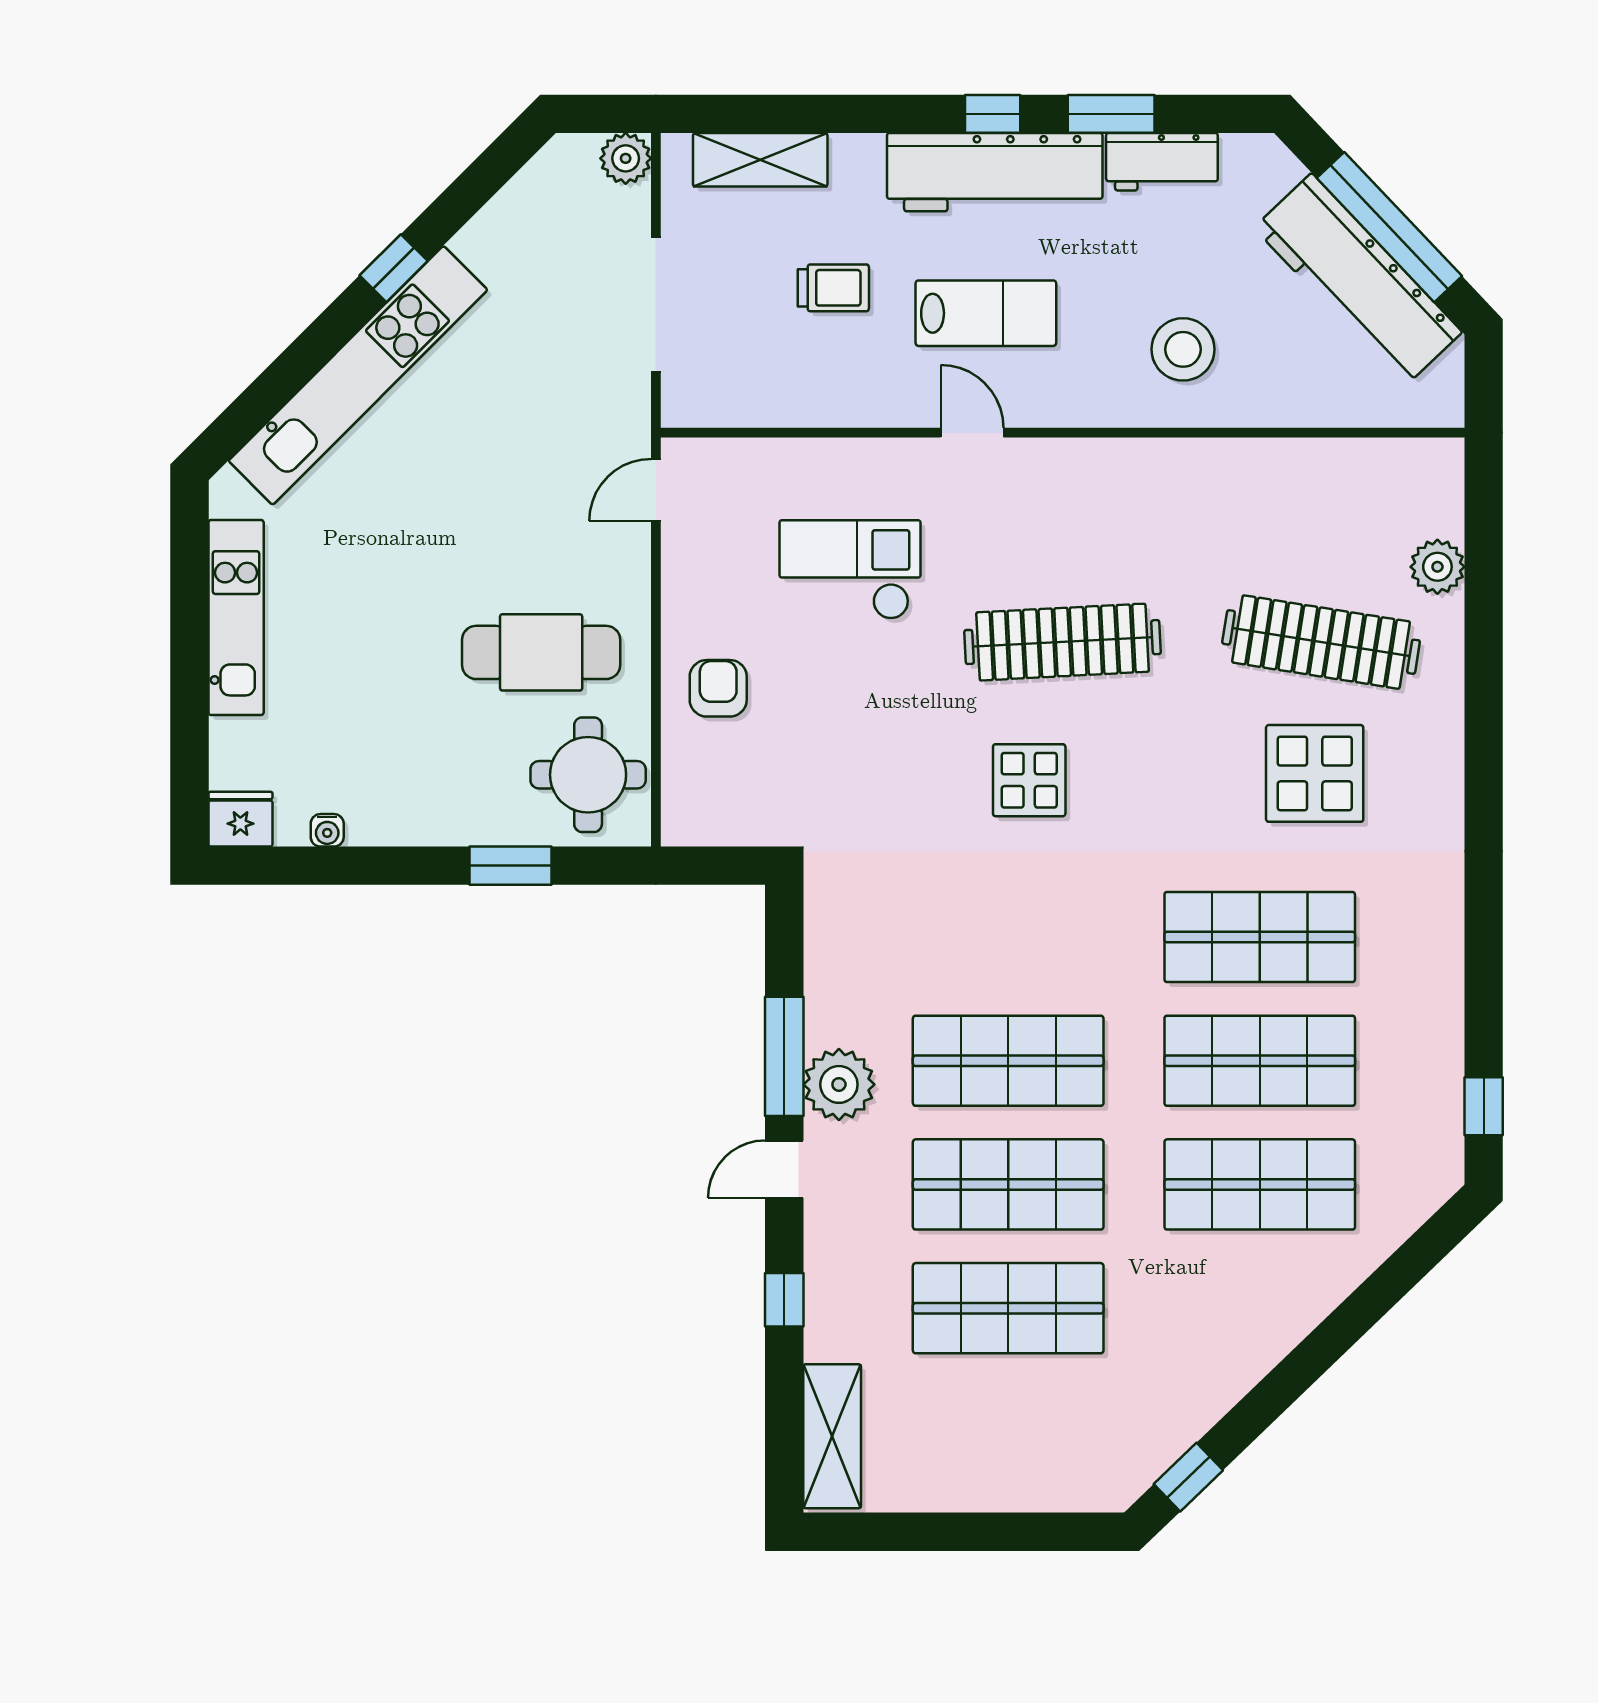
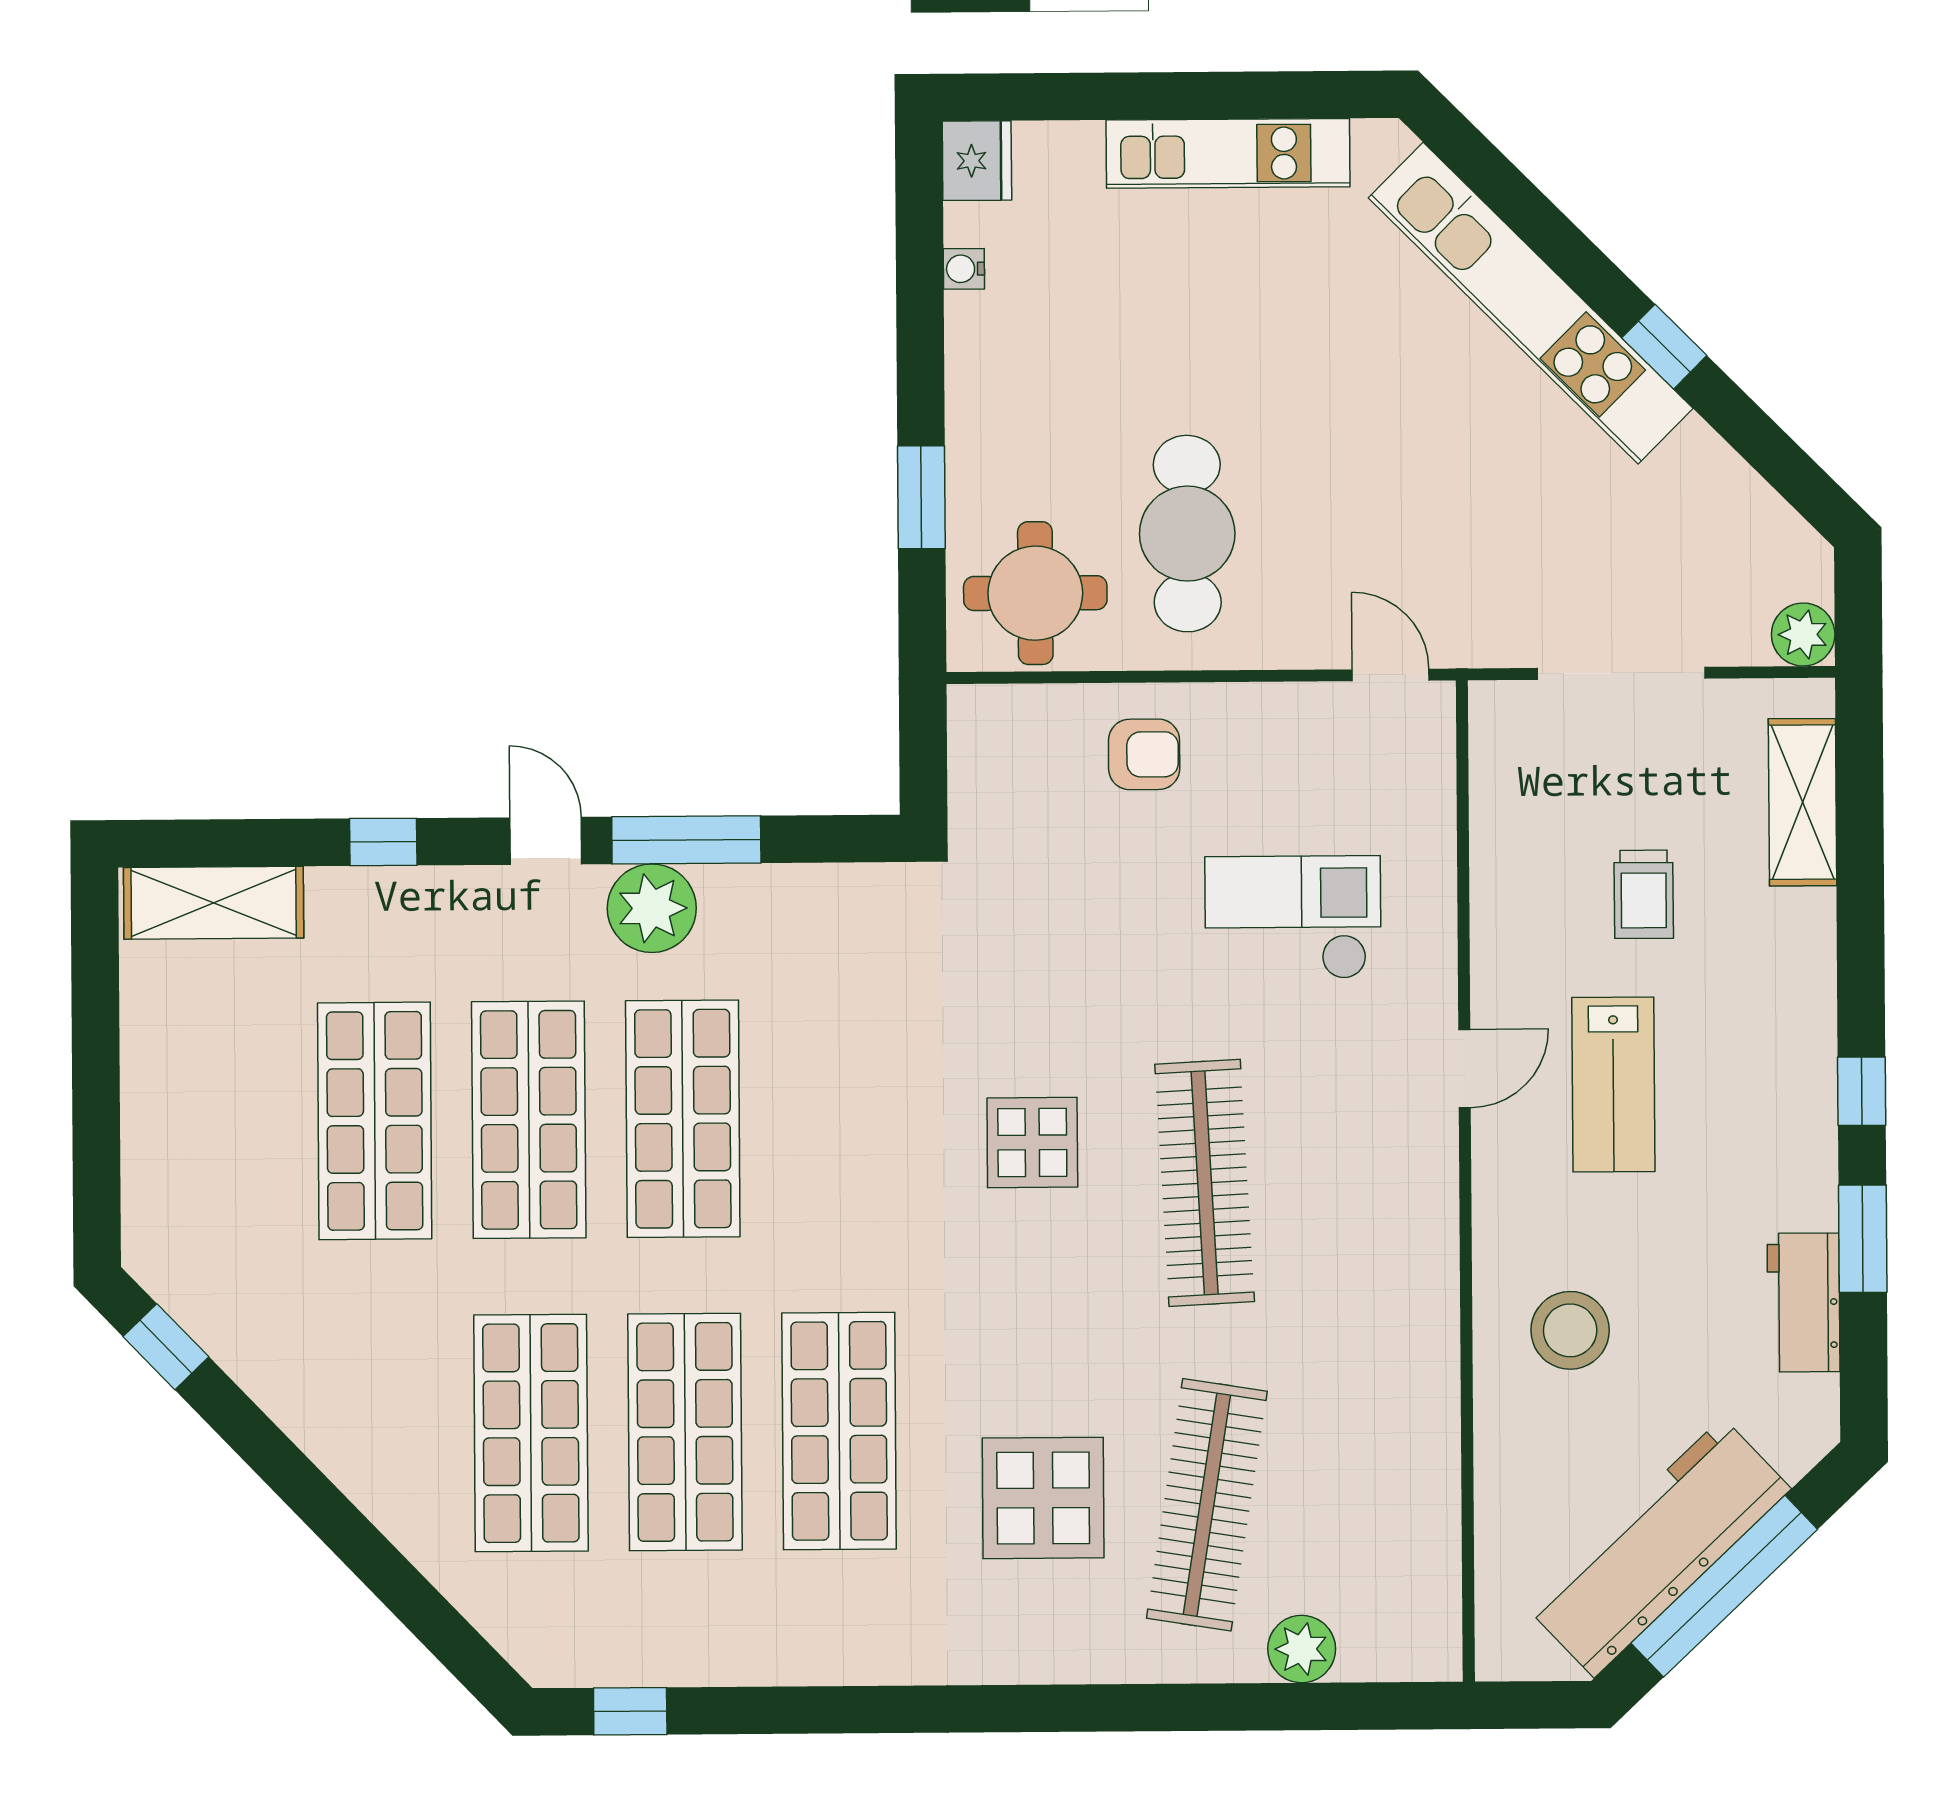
workbench: (995, 172) -> (1789, 1094), removed
checkout: (850, 570) -> (1293, 918), turned -90

